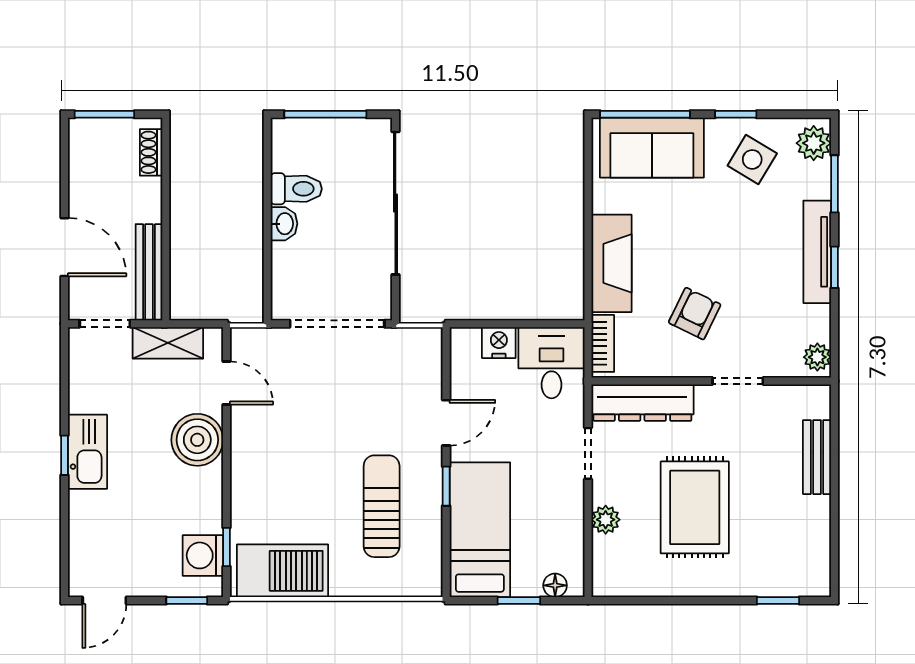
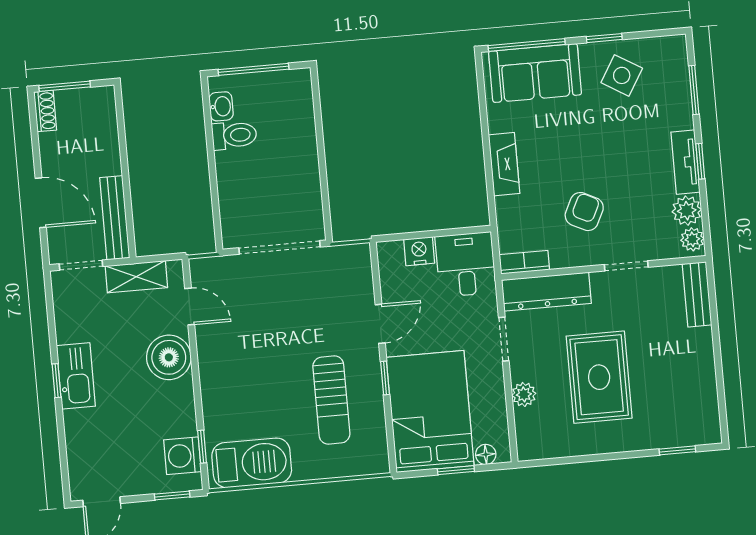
plant: (814, 143) -> (687, 211), moved
shoe rack: (151, 152) -> (45, 111), moved, turned 180
sliding door: (395, 203) -> (320, 140), removed
washbasin: (284, 224) -> (221, 106), moved
tv unit: (817, 252) -> (685, 162), width x0.71
fireplace: (611, 263) -> (504, 164), width x0.73, depth x0.76
bookcase: (603, 343) -> (524, 262), moved, turned -90
bench: (817, 457) -> (697, 294), moved
sun lounger: (382, 506) -> (331, 400), turned 180
bed: (480, 530) -> (430, 411), width x1.50

